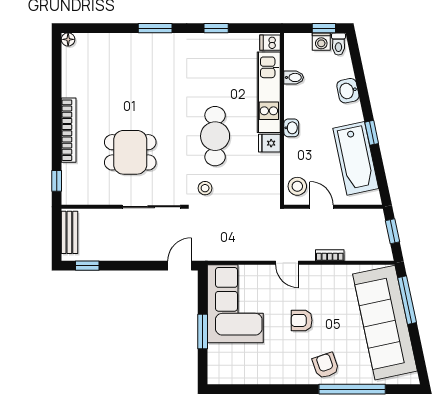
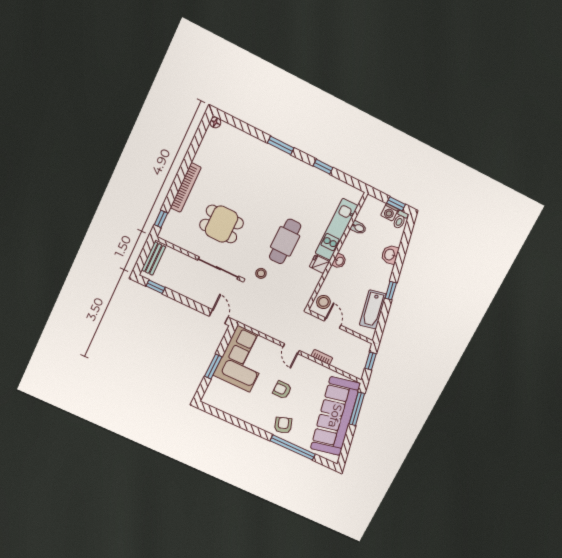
dishwasher: (270, 43) -> (355, 196), removed
bathtub: (356, 158) -> (373, 310), width x0.73, depth x0.73
door: (180, 266) -> (219, 317), hinge flipped

